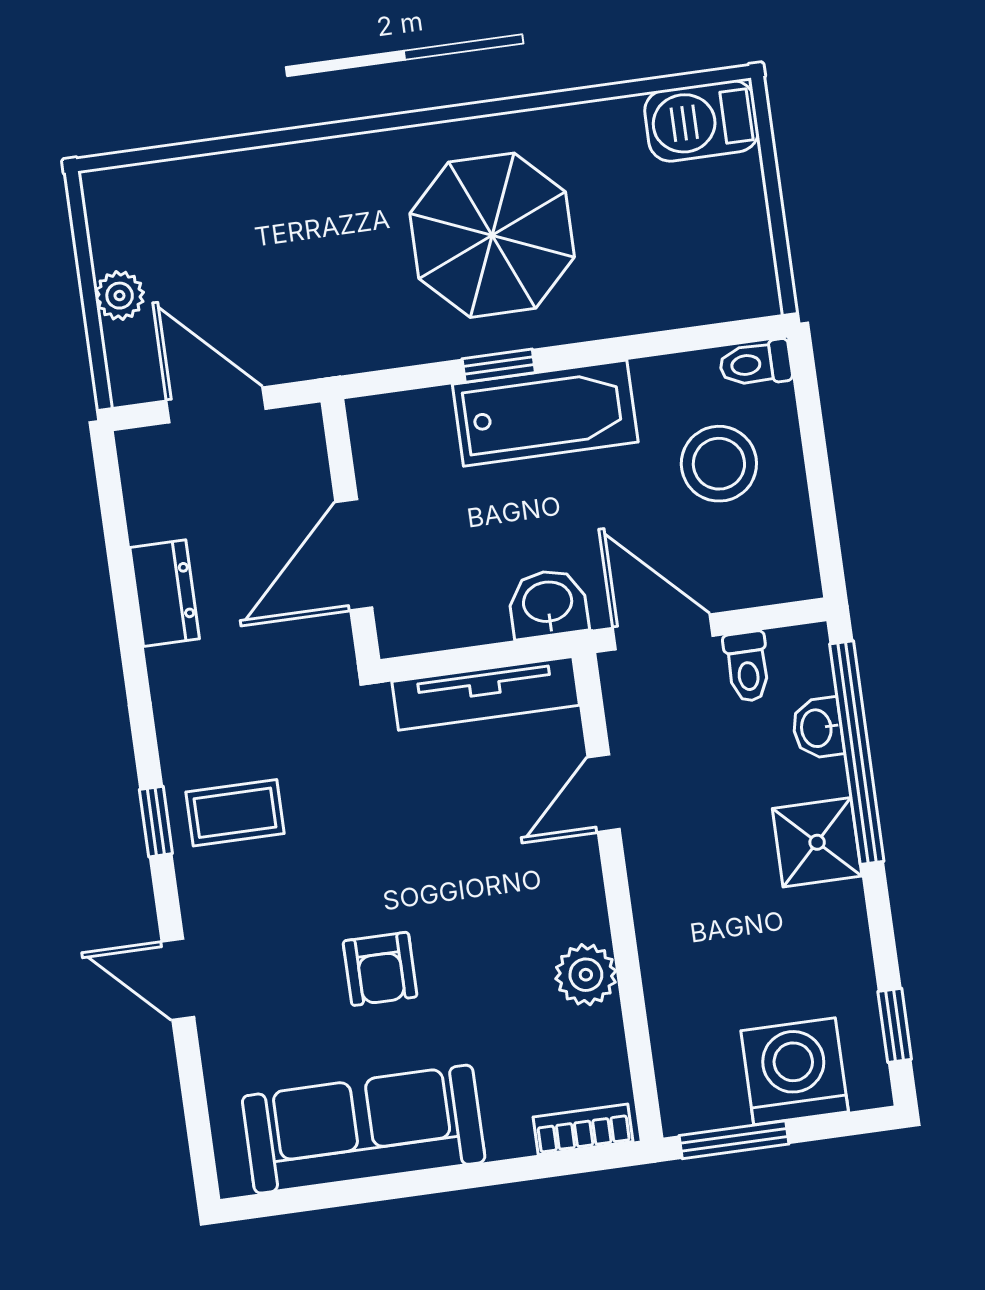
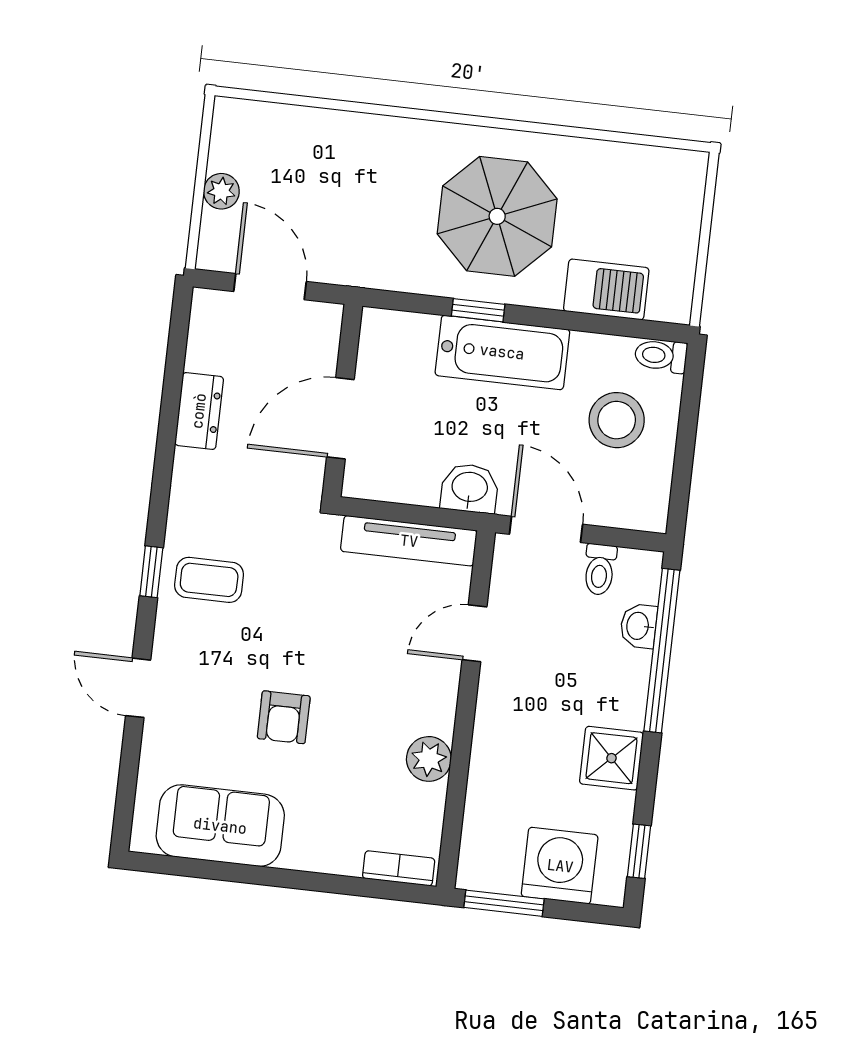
barbecue: (702, 121) -> (606, 289), moved, turned 180
shower: (817, 842) -> (611, 758), moved
sofa: (364, 1129) -> (220, 826), width x0.73

